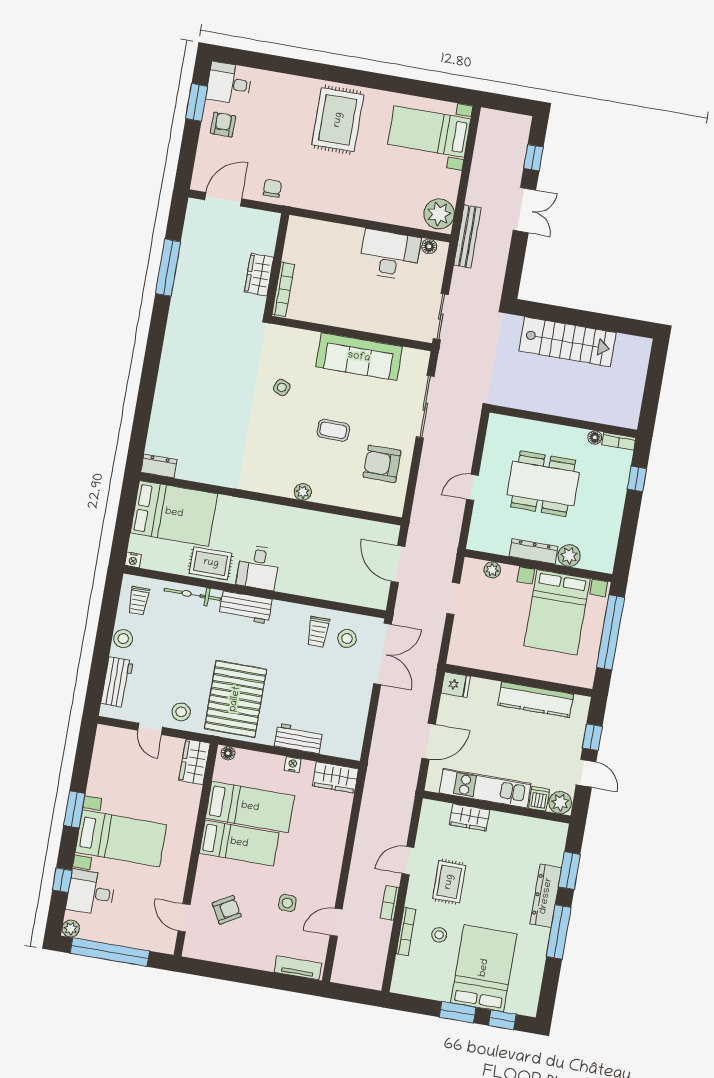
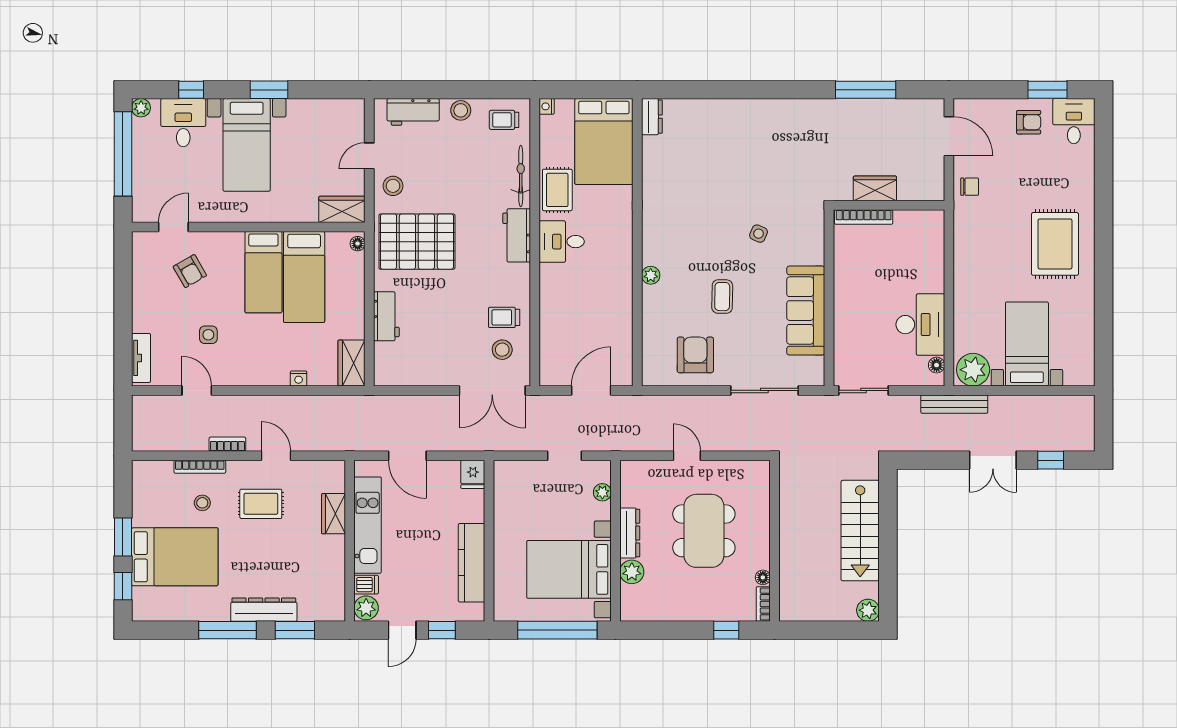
rug: (338, 120) -> (1055, 244), turned 90
bed with nightstands: (429, 132) -> (1027, 344), moved
plant: (641, 347) -> (868, 610), added
nightstand: (293, 765) -> (299, 378), moved, turned 90

